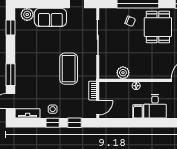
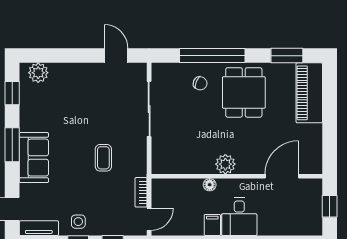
sofa: (50, 17) -> (34, 158), moved, turned -90
coffee table: (69, 69) -> (103, 158), width x0.54, depth x0.58
plant: (123, 73) -> (225, 164), moved
window: (11, 75) -> (12, 145), moved

